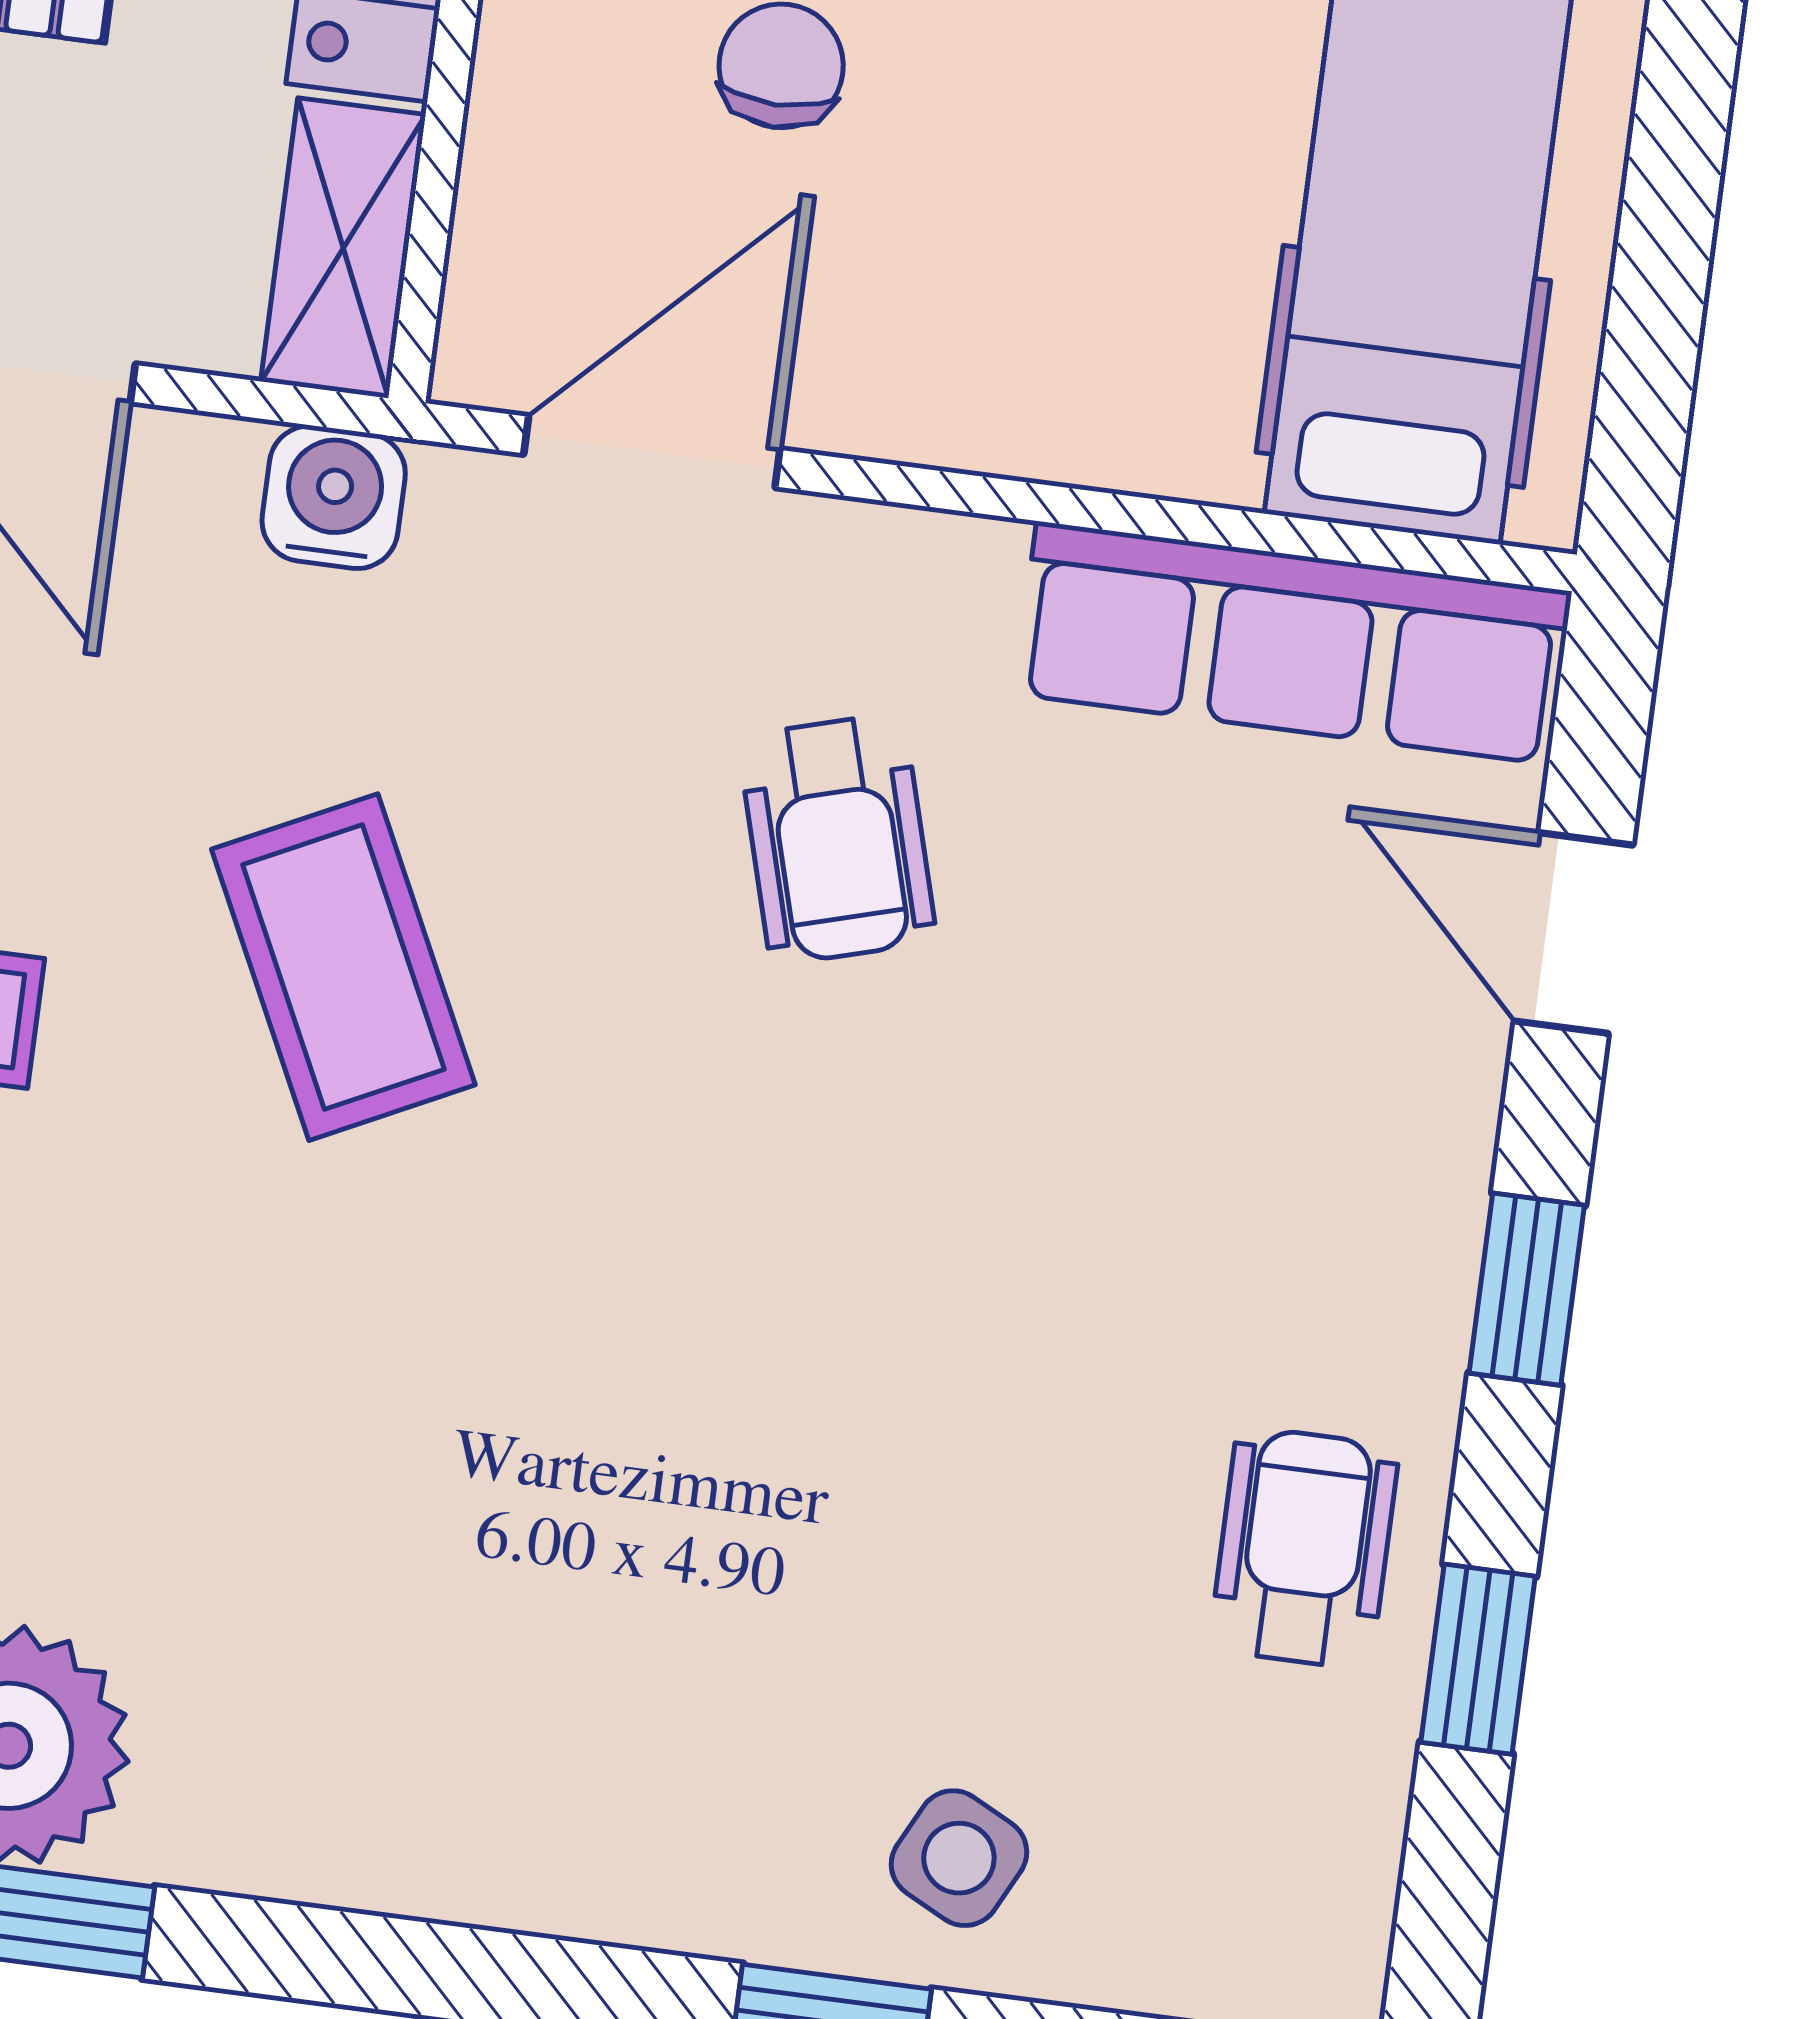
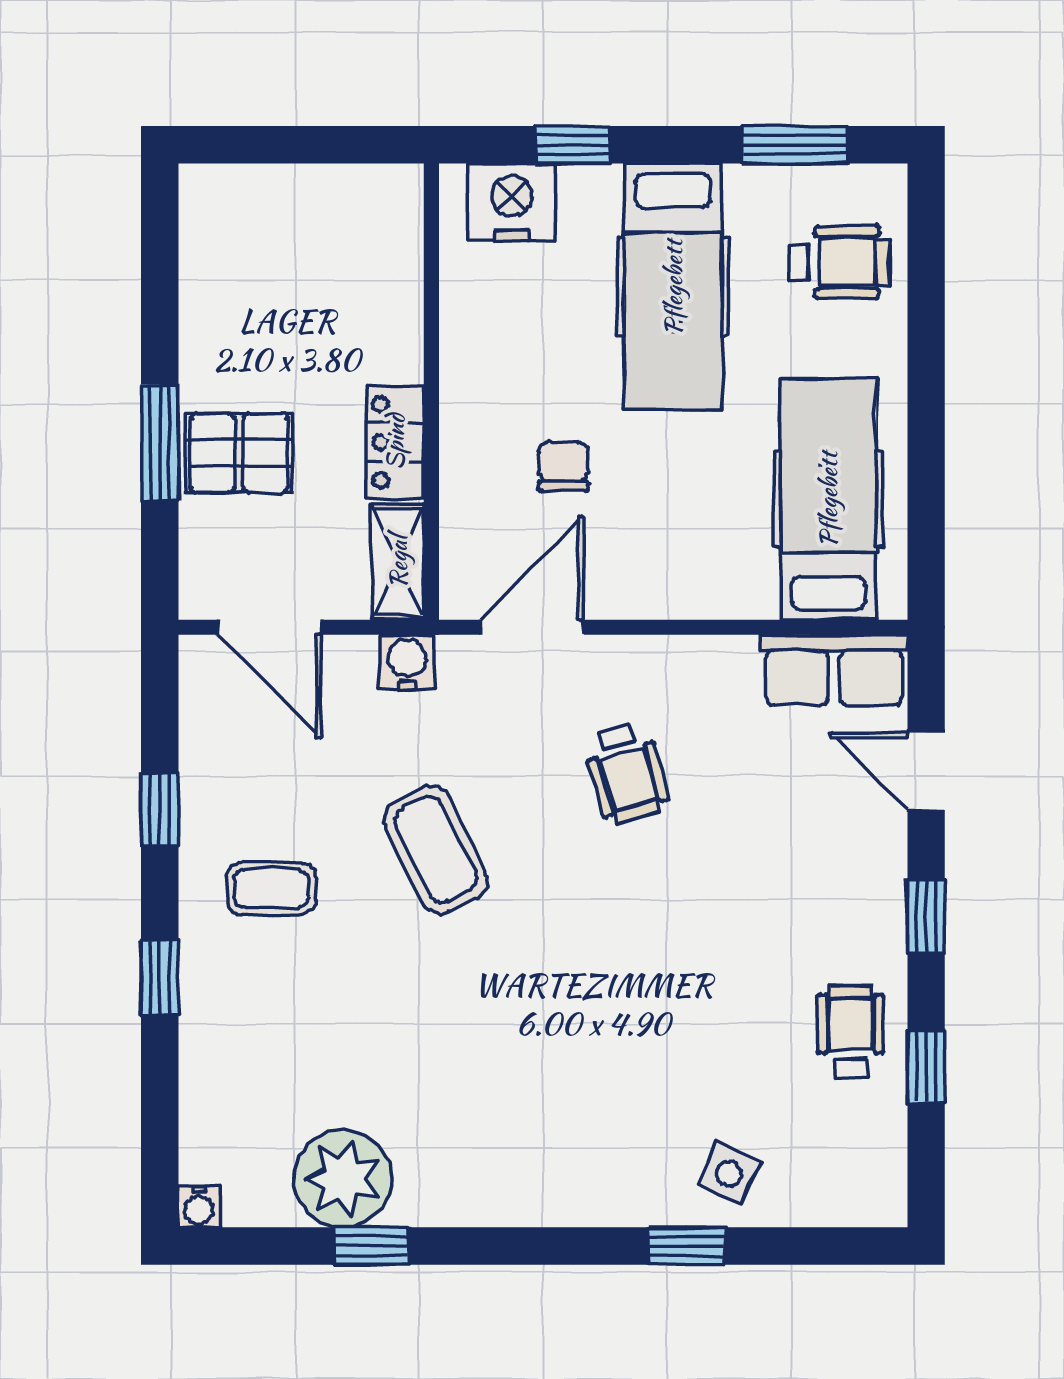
row of seats: (1293, 643) -> (834, 670), width x0.68

